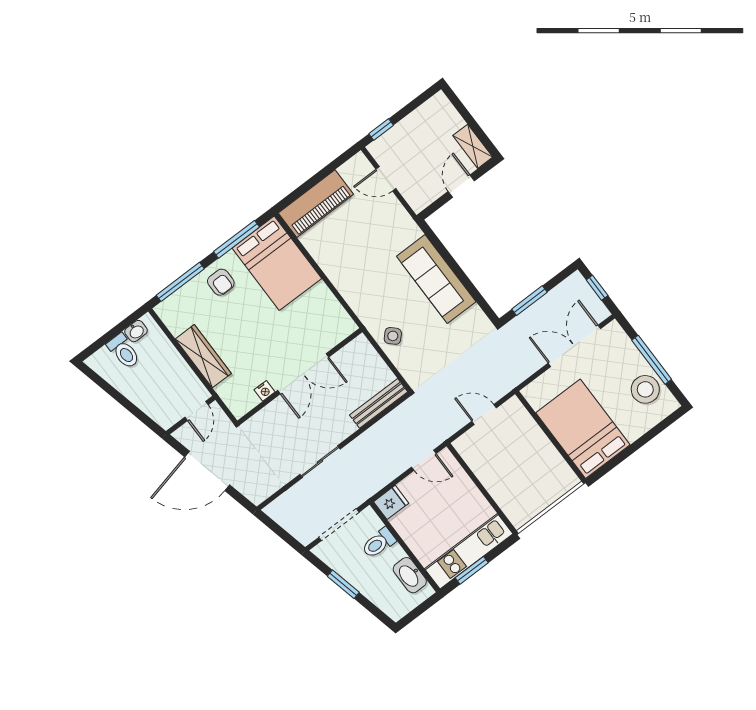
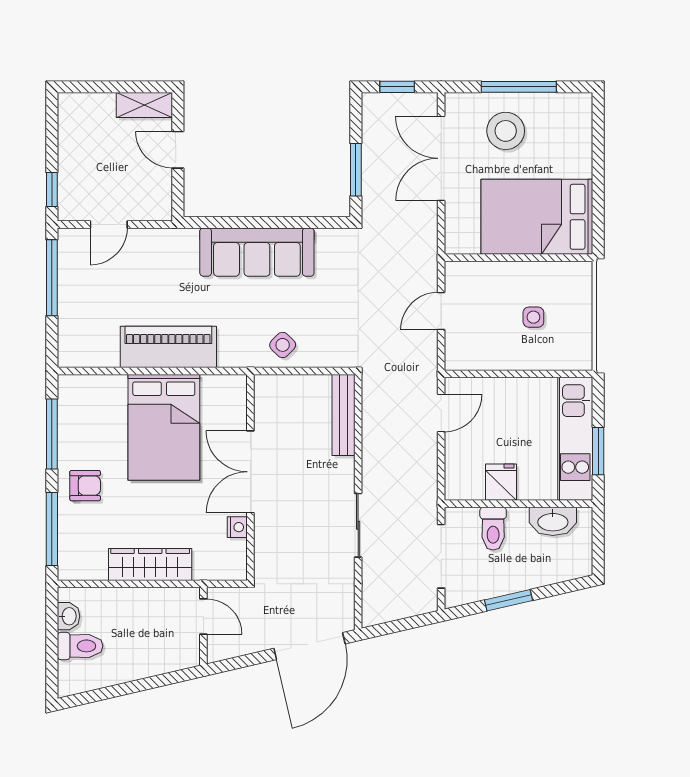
window: (329, 169) -> (52, 278), added
piano: (316, 204) -> (168, 347), moved, turned -90
bed: (277, 263) -> (164, 427), moved, turned 90
double door: (303, 374) -> (250, 472), swing flipped
stool: (645, 389) -> (506, 131), moved
door: (207, 471) -> (310, 646), moved
side table: (522, 472) -> (533, 317), added
fridge: (391, 502) -> (501, 482), moved

